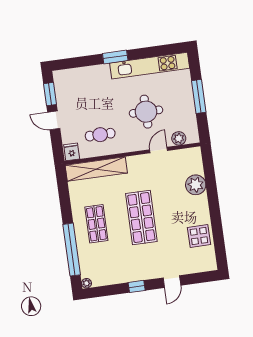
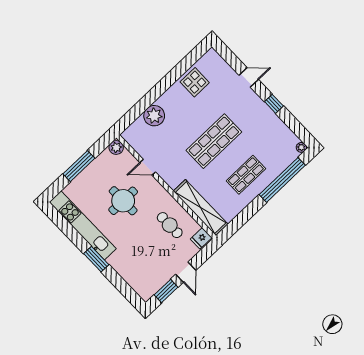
plant: (179, 138) -> (116, 147), moved

